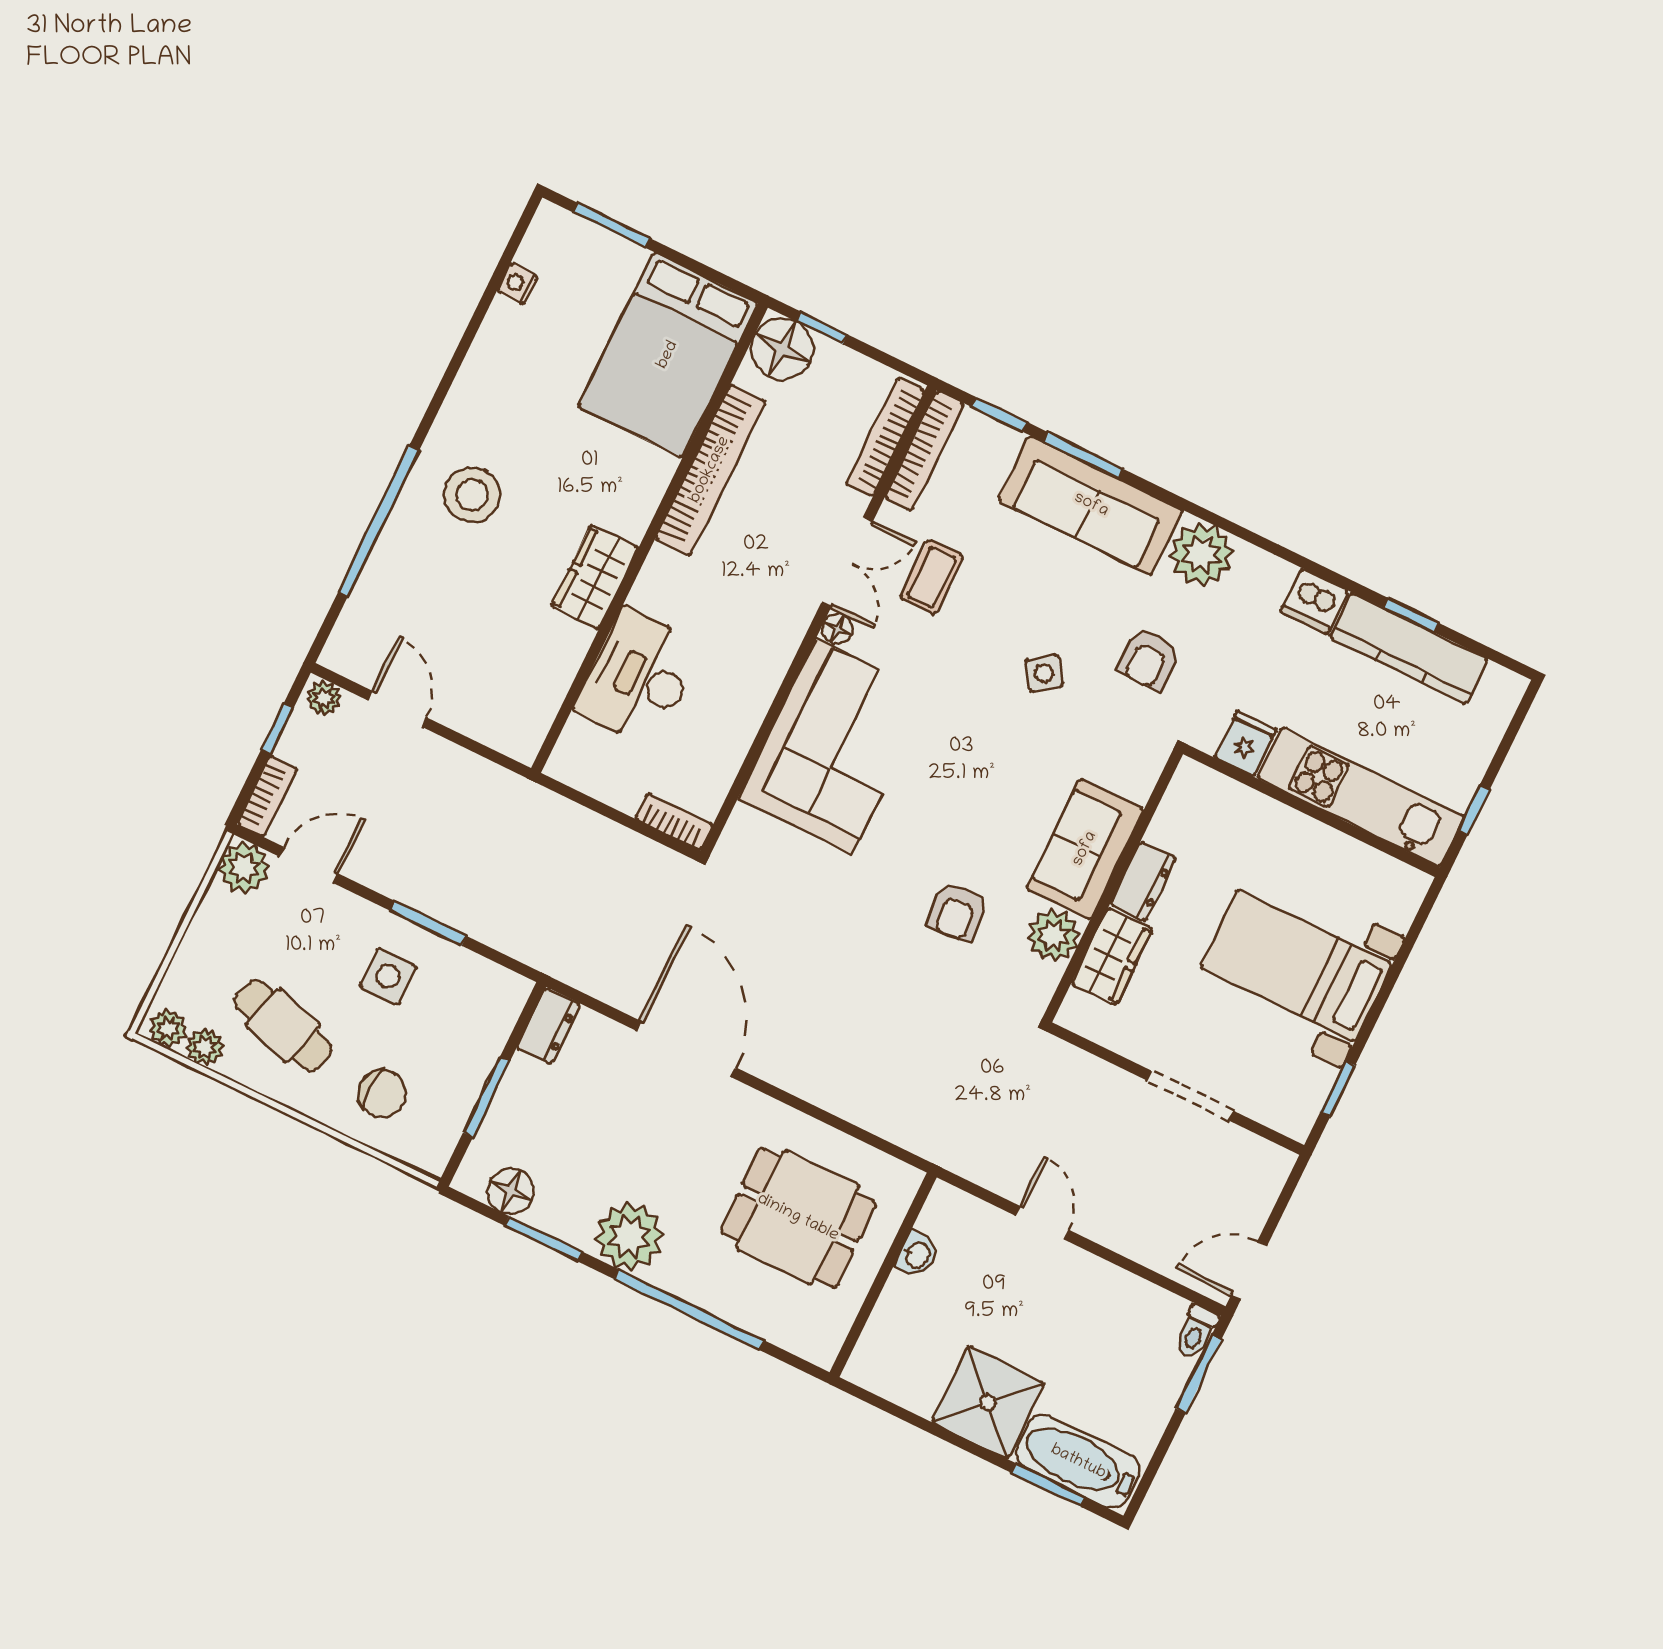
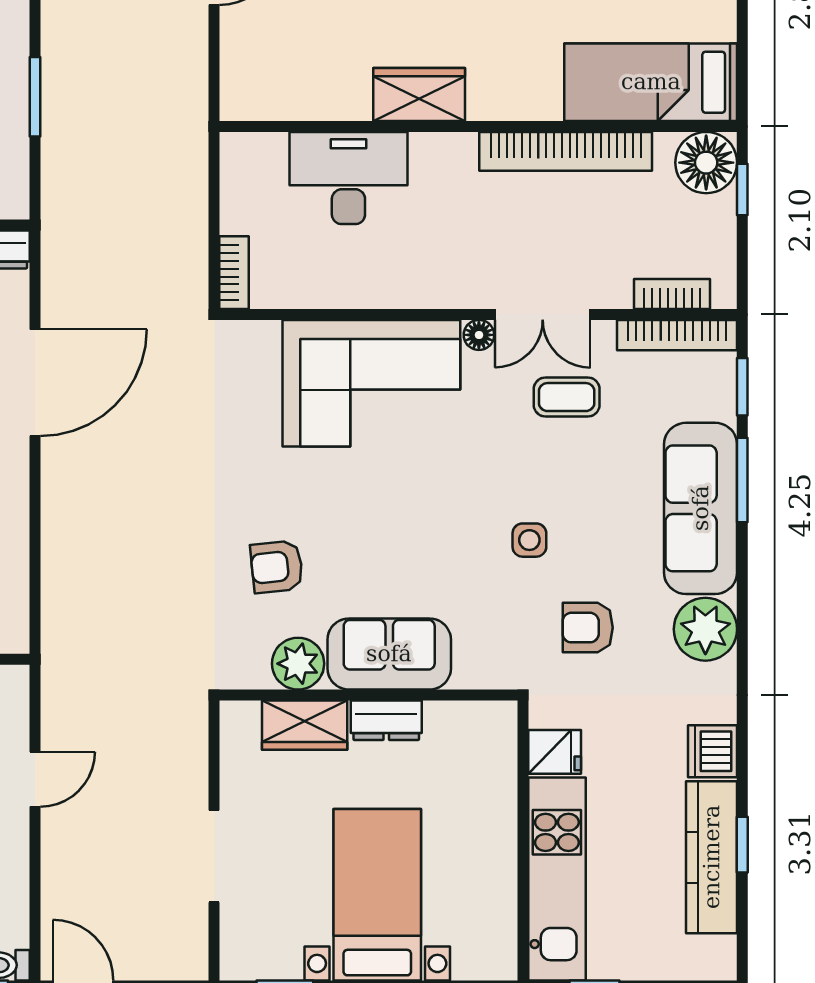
bed: (668, 355) -> (651, 82), width x0.67
bookcase: (885, 437) -> (672, 294), width x0.64
side table: (1044, 673) -> (529, 540), turned 37

